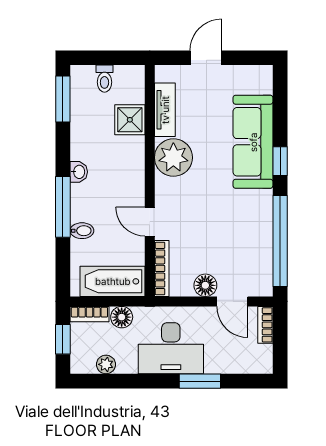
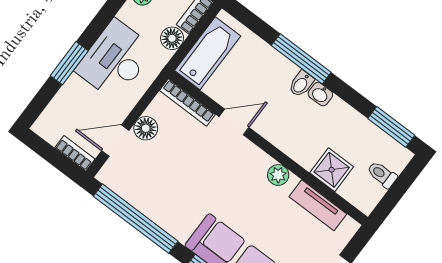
plant: (173, 158) -> (278, 175), width x0.53, depth x0.53
bidet: (82, 231) -> (301, 84), moved

